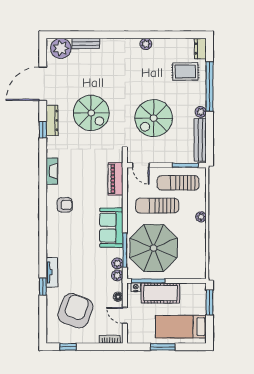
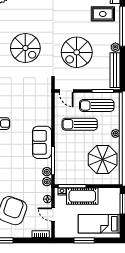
piano: (116, 179) -> (45, 102), removed
parasol: (154, 248) -> (103, 159), moved, width x0.73, depth x0.73

